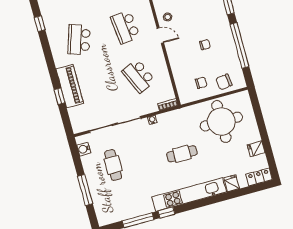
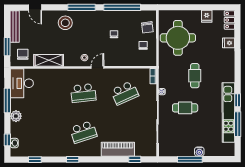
window: (40, 24) -> (73, 159), moved
school desk: (79, 40) -> (83, 132), turned -36
window: (59, 96) -> (135, 159), moved
water cooler: (84, 149) -> (199, 152), moved
cafe table: (113, 165) -> (185, 108), moved
window: (85, 190) -> (190, 159), moved
kitchen unit: (189, 195) -> (228, 112), moved

